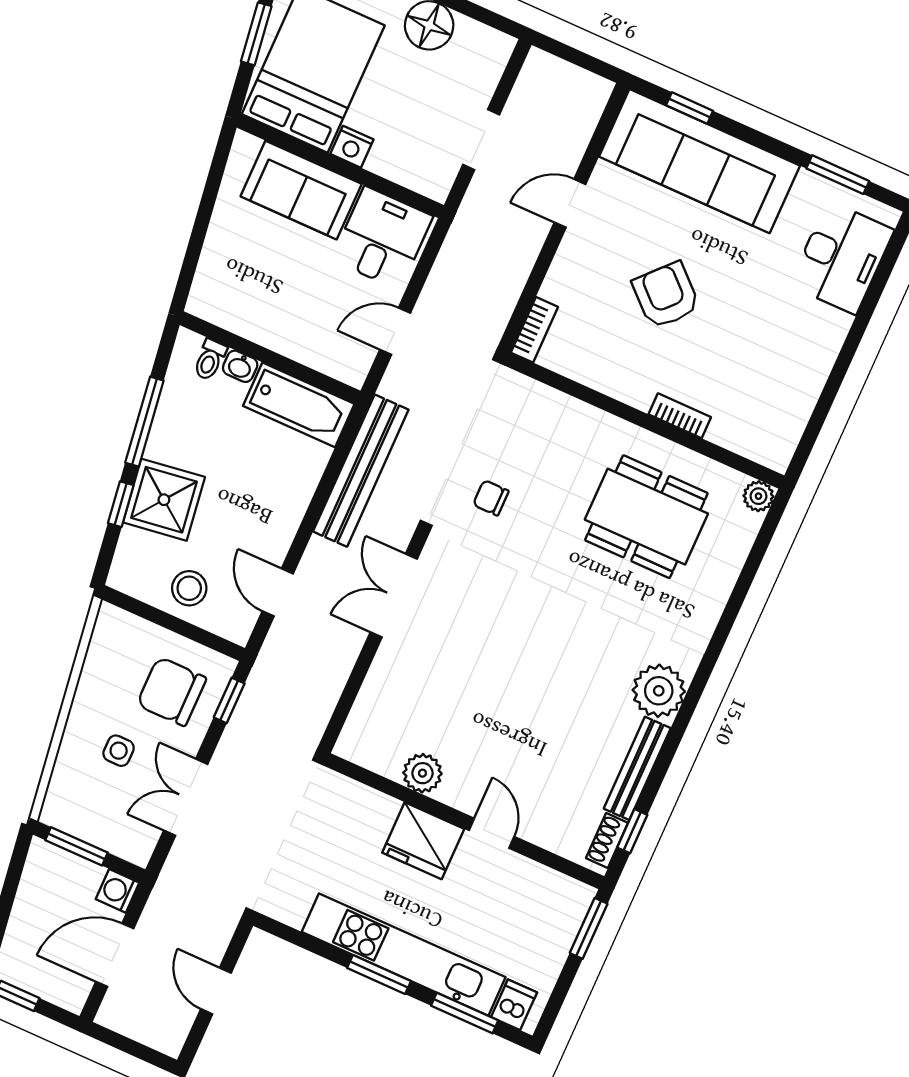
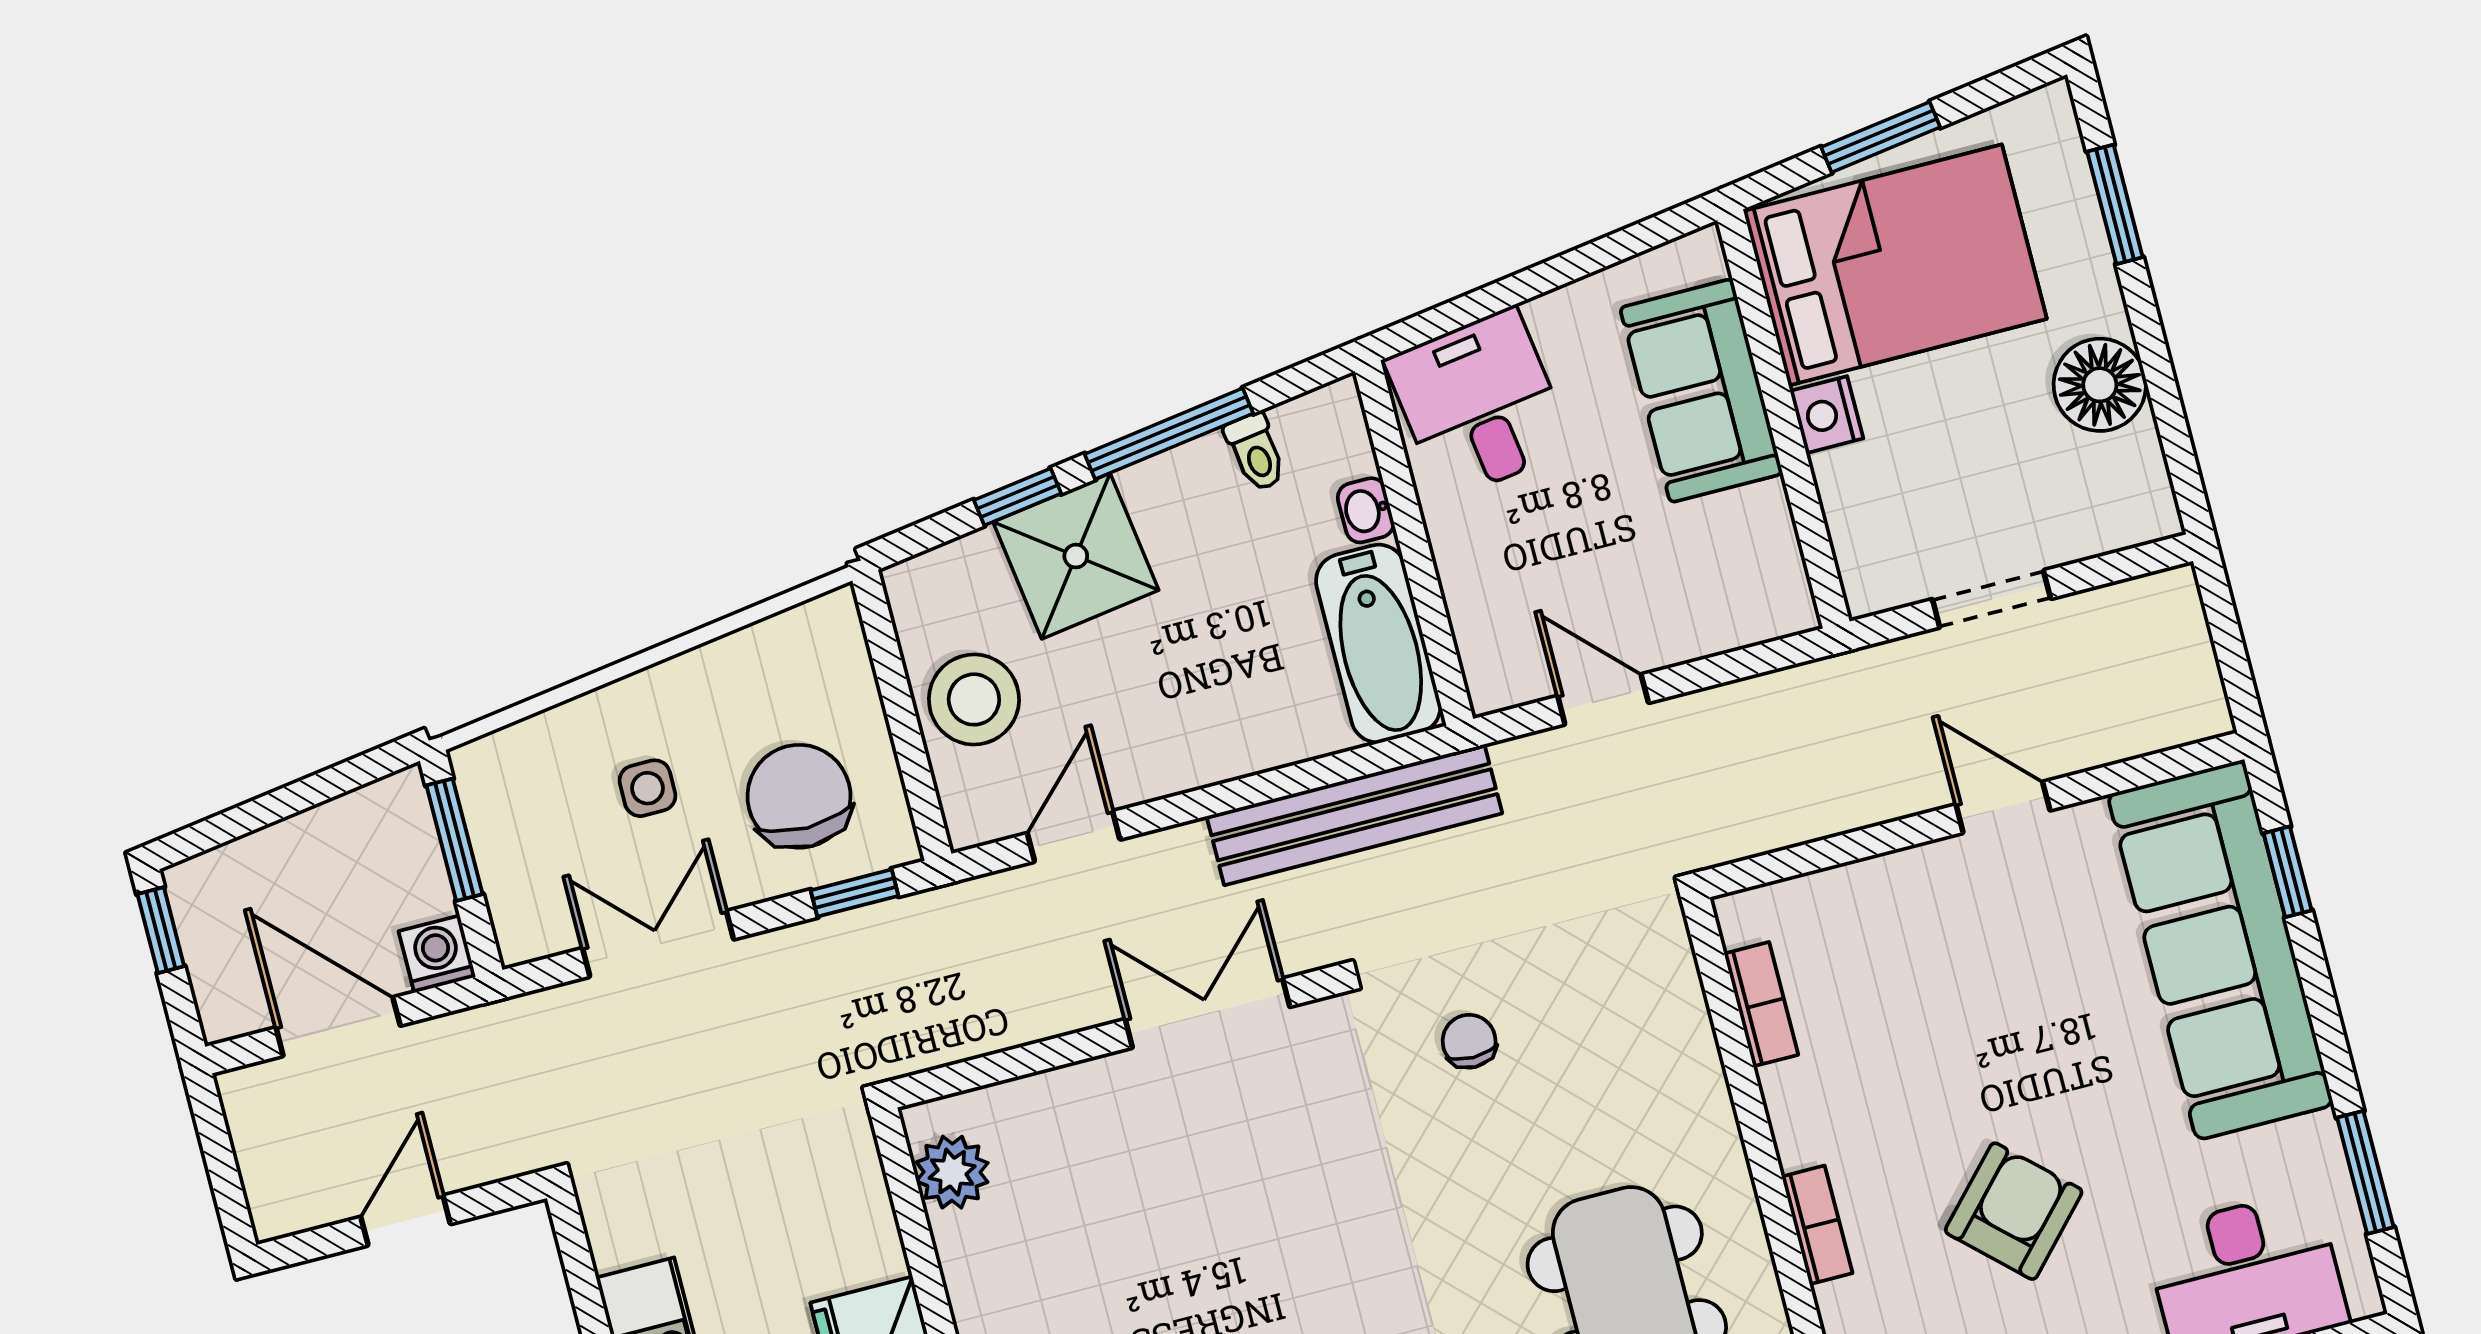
desk: (382, 238) -> (1479, 404), moved, turned -98
armchair: (666, 295) -> (2014, 1211), moved
bookcase: (534, 330) -> (1761, 1004), moved, turned -90
toilet: (210, 360) -> (1256, 452), moved, turned -98
stool: (189, 588) -> (974, 699), width x1.38, depth x1.38
plant: (422, 773) -> (952, 1172), moved

